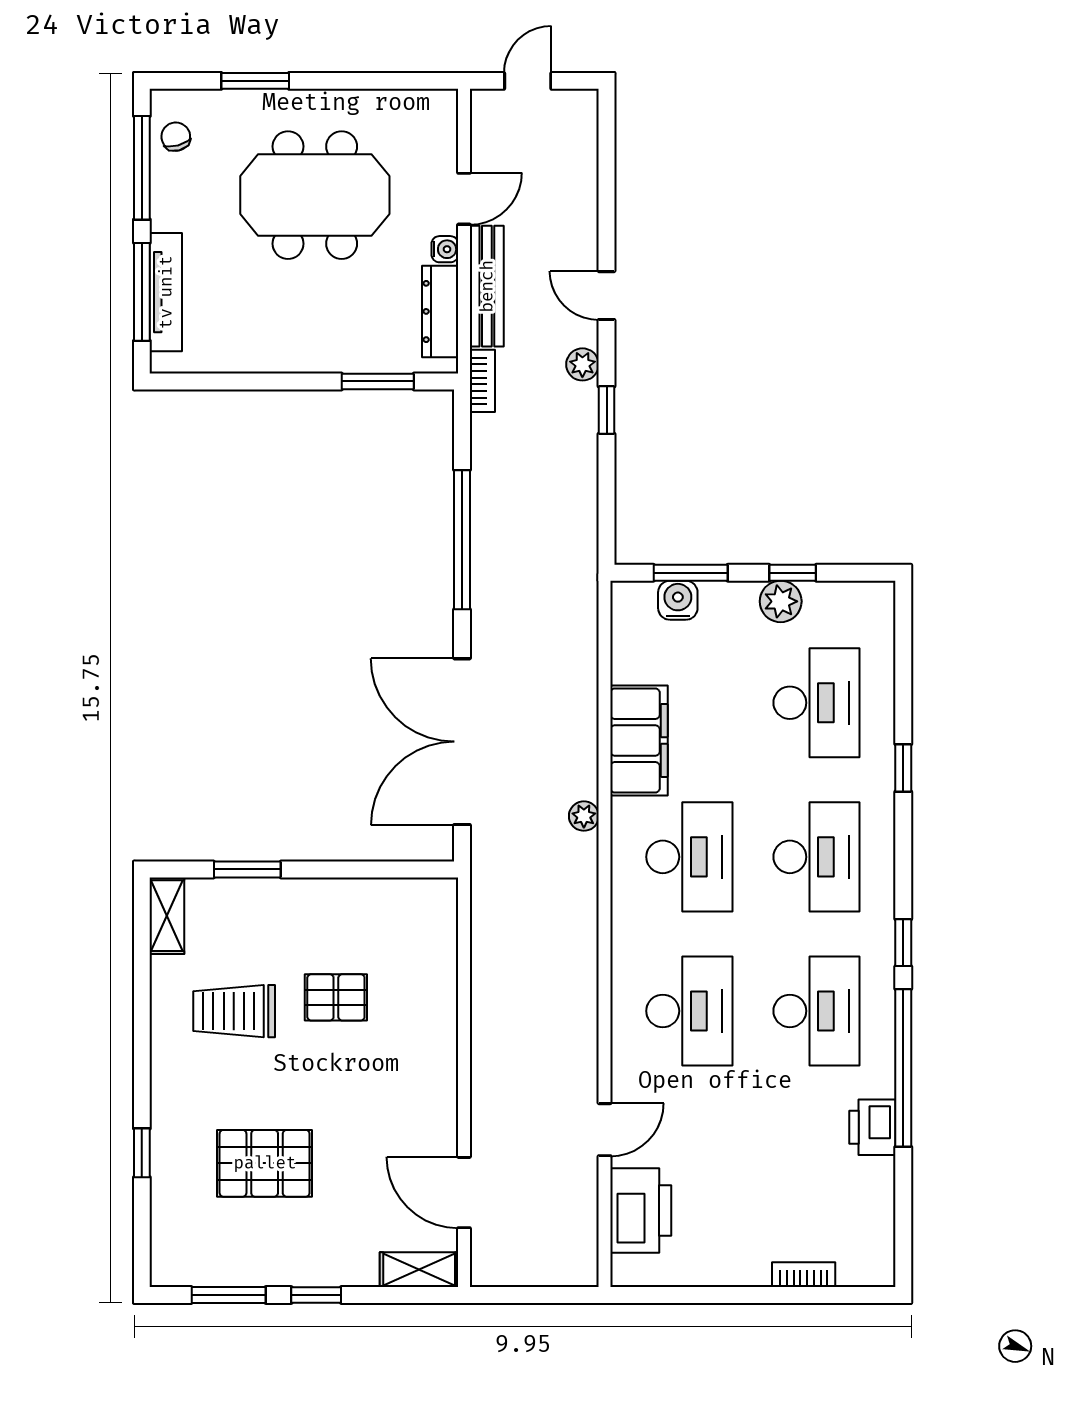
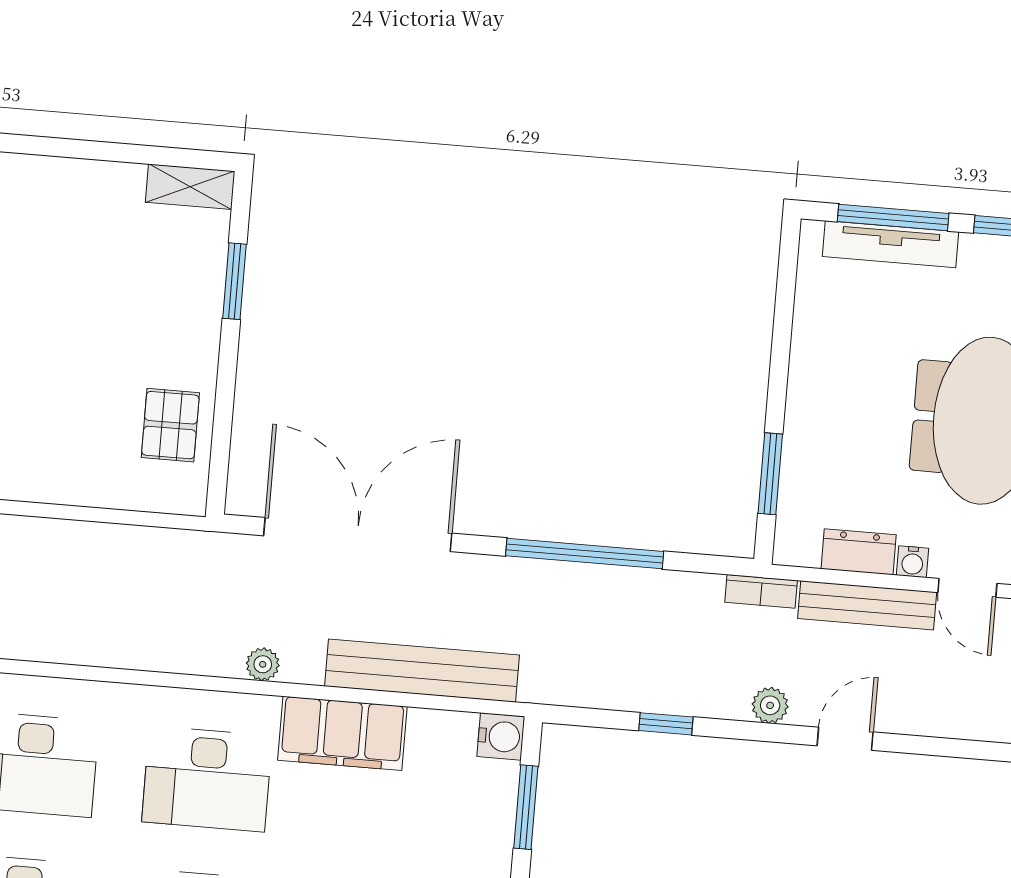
dresser: (440, 311) -> (859, 552), width x0.70
window: (607, 410) -> (666, 724), moved
water cooler: (678, 600) -> (501, 737), moved
bench: (578, 675) -> (422, 671), added
pallet: (336, 997) -> (170, 425), moved
trolley: (234, 1011) -> (77, 253), removed

